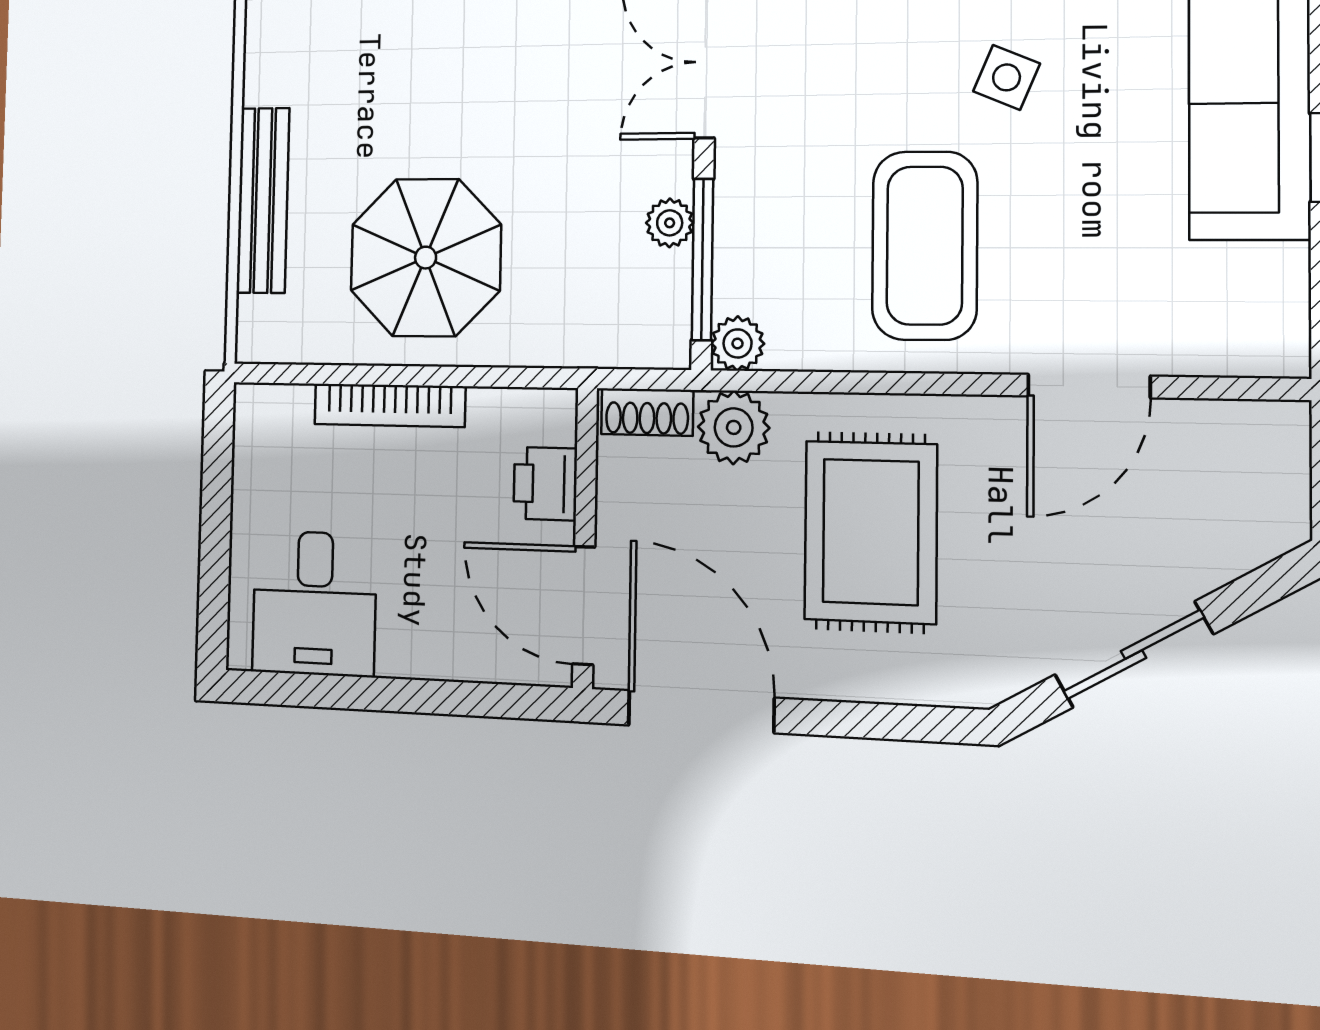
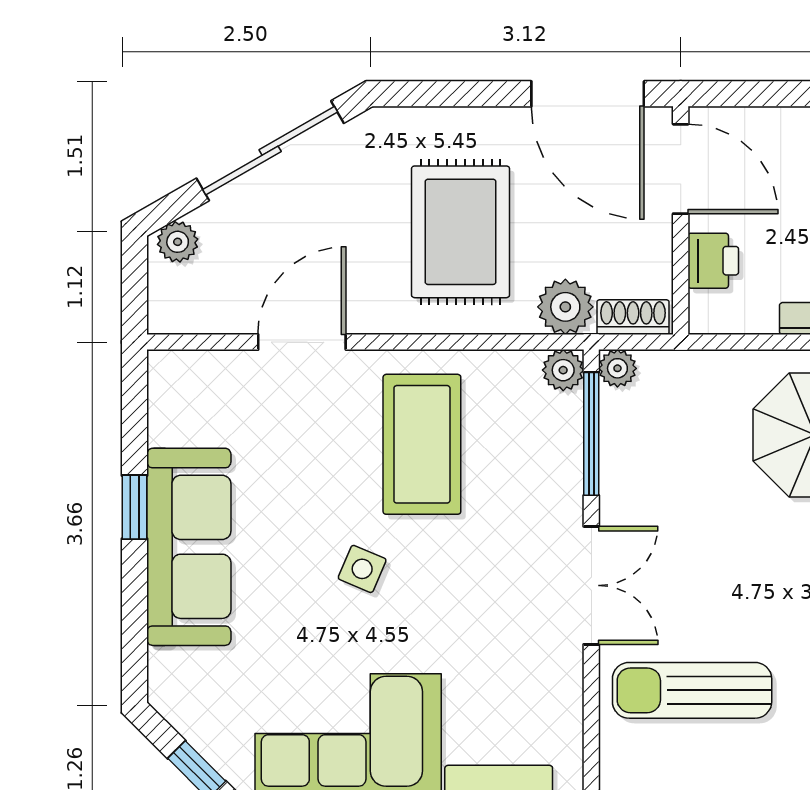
plant: (670, 223) -> (617, 368), moved
plant: (1267, 531) -> (178, 242), added
sliding door: (1134, 655) -> (270, 151), width x1.37

